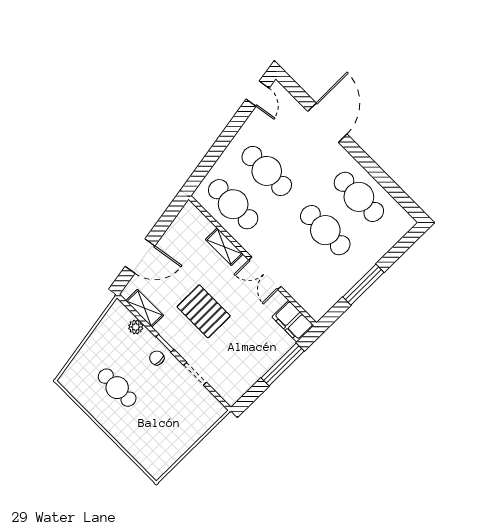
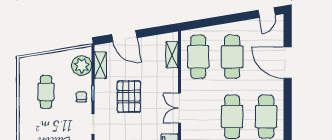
door: (327, 123) -> (288, 63), swing flipped
shelving: (224, 247) -> (172, 55), moved
plant: (136, 327) -> (82, 66), width x1.88, depth x1.88

